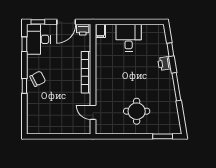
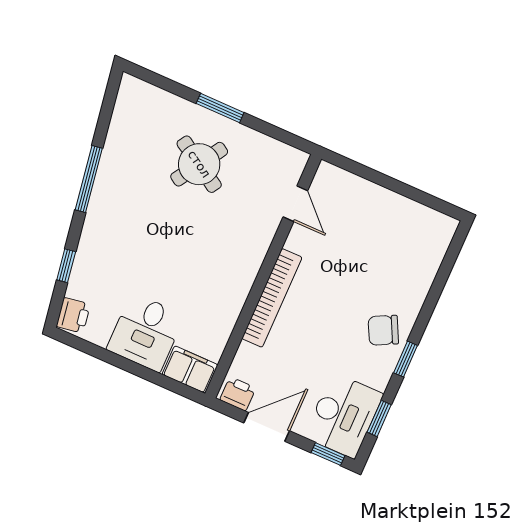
filing cabinet: (100, 31) -> (190, 370), width x2.00
printer: (164, 63) -> (73, 315), moved
window: (24, 86) -> (405, 359), moved
round table: (137, 111) -> (199, 164), turned 32
window: (163, 136) -> (220, 108), moved

